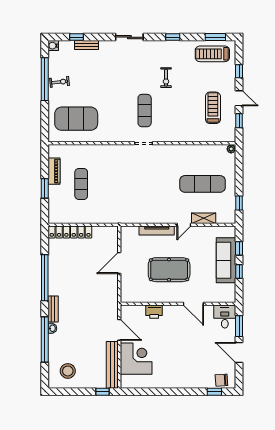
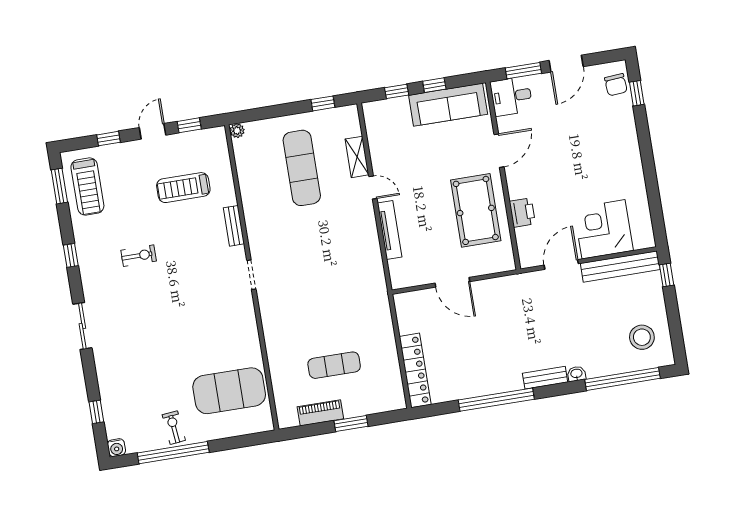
bench: (87, 45) -> (234, 226), moved
treadmill: (213, 108) -> (183, 188), moved
exercise mat: (145, 111) -> (198, 282), removed
exercise mat: (76, 119) -> (229, 391), turned 90
sofa: (226, 260) -> (448, 105), moved
pool table: (169, 270) -> (476, 210), moved
window: (45, 340) -> (622, 379), moved

